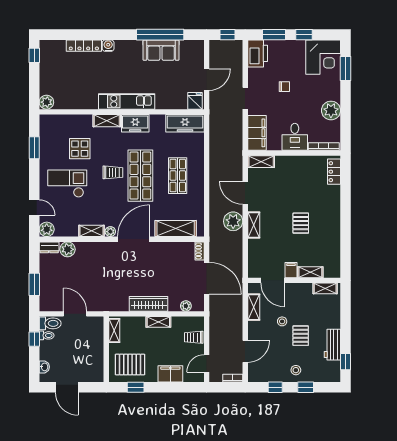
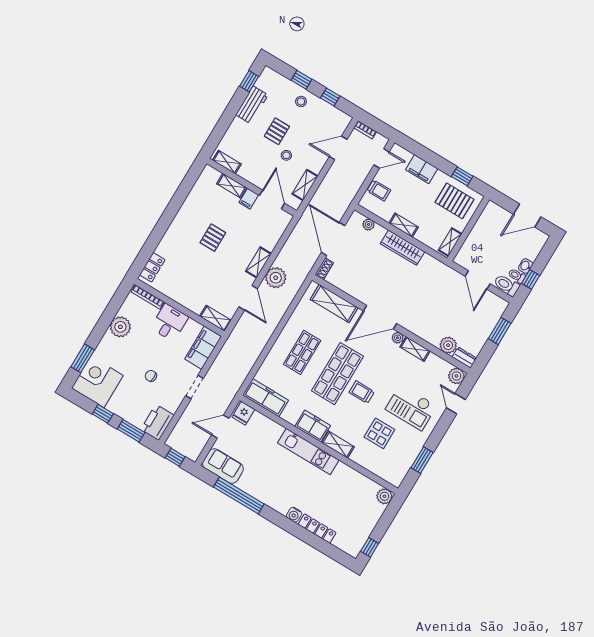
sofa: (161, 50) -> (223, 466), moved
washbasin: (44, 367) -> (526, 266), moved
door: (67, 387) -> (527, 215), swing flipped

